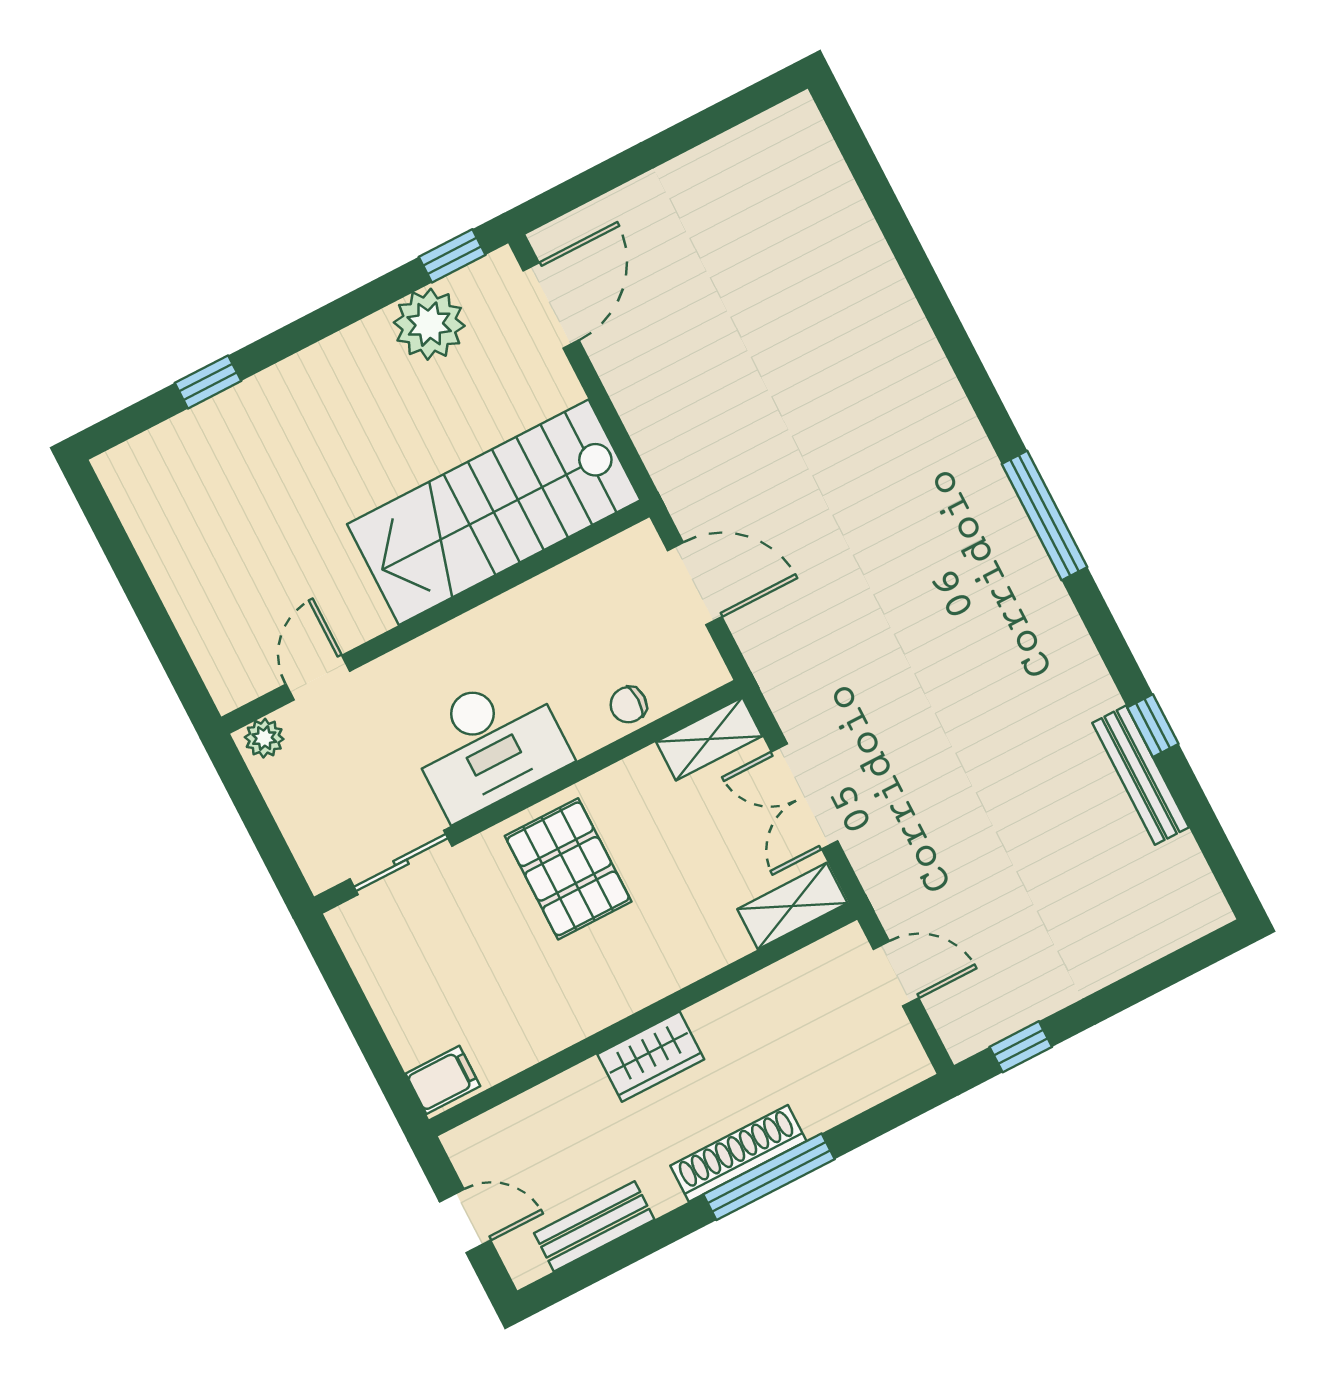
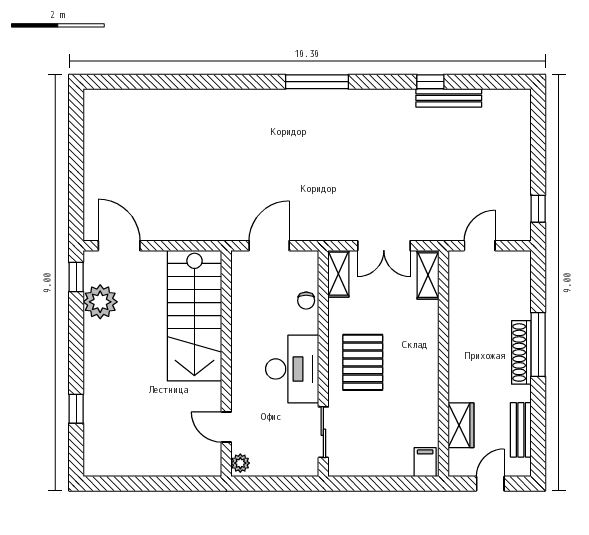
pallet: (568, 869) -> (363, 362), turned 90
wardrobe: (651, 1057) -> (461, 425), moved

